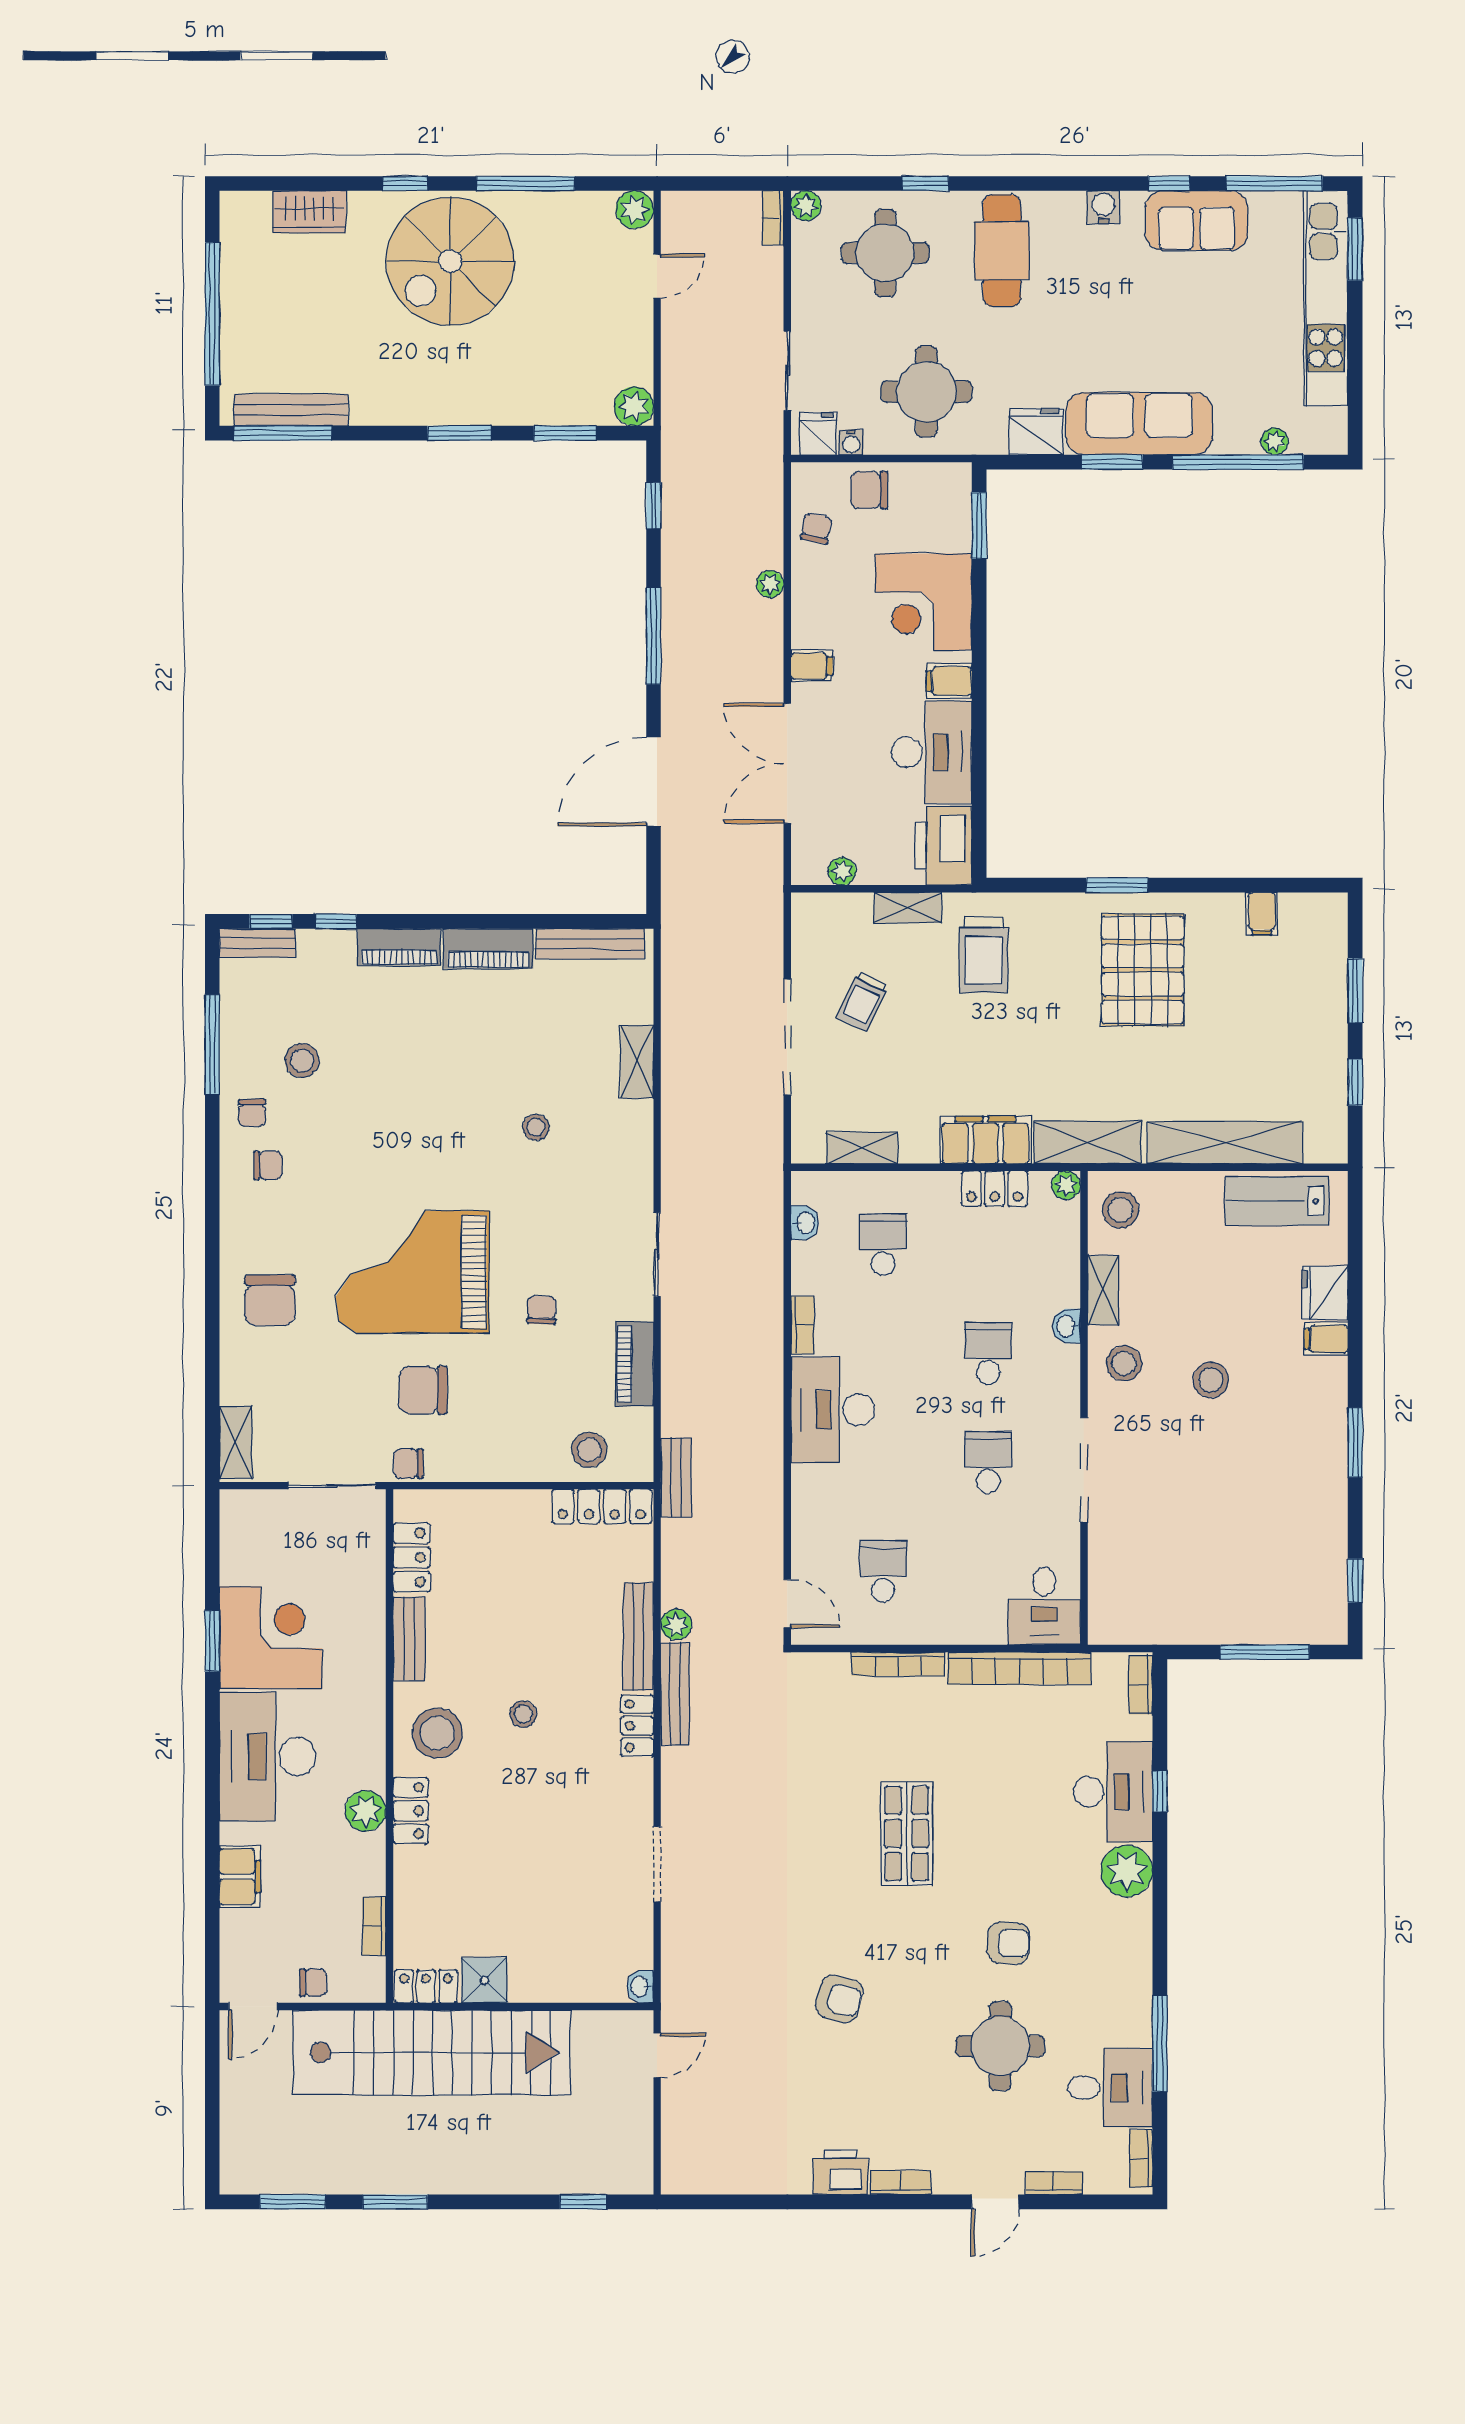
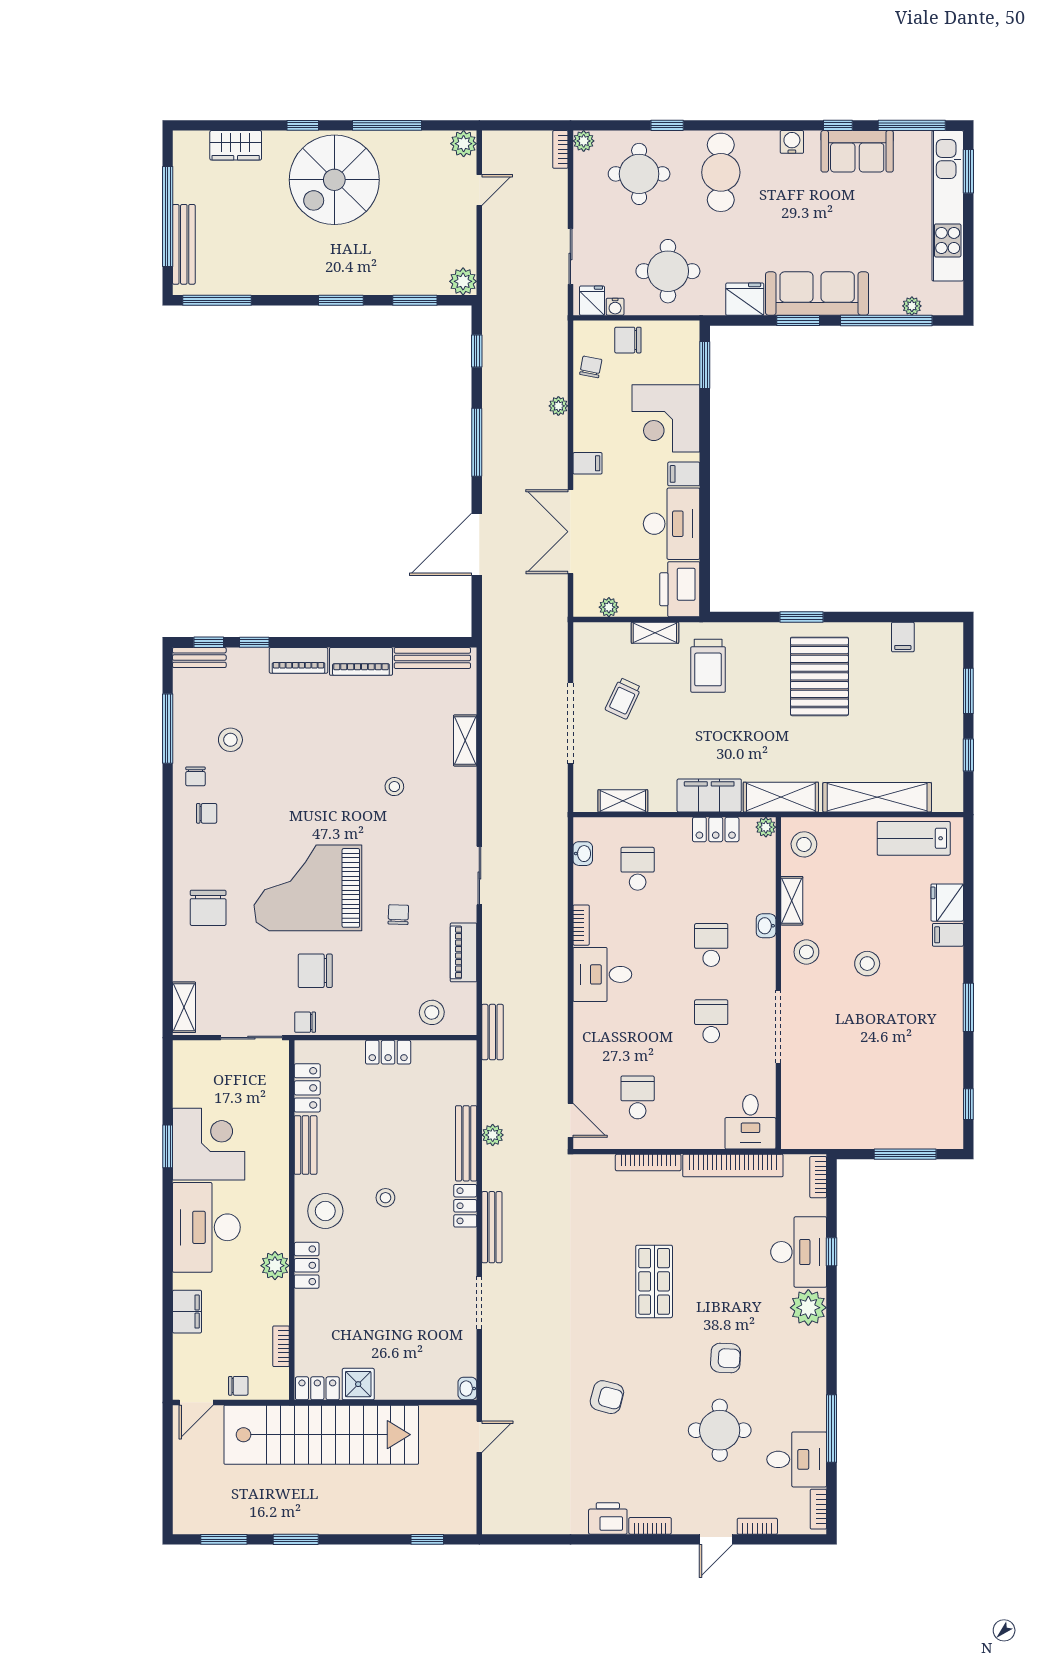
bench: (291, 410) -> (184, 244), moved, turned 90
desk: (833, 1410) -> (602, 974), width x0.73
locker: (602, 1506) -> (388, 1052), moved, width x0.66
bench: (675, 1694) -> (492, 1227), moved

